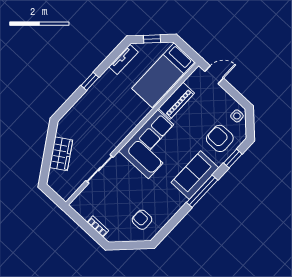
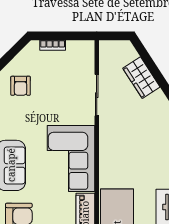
armchair: (142, 220) -> (21, 86), turned 90

